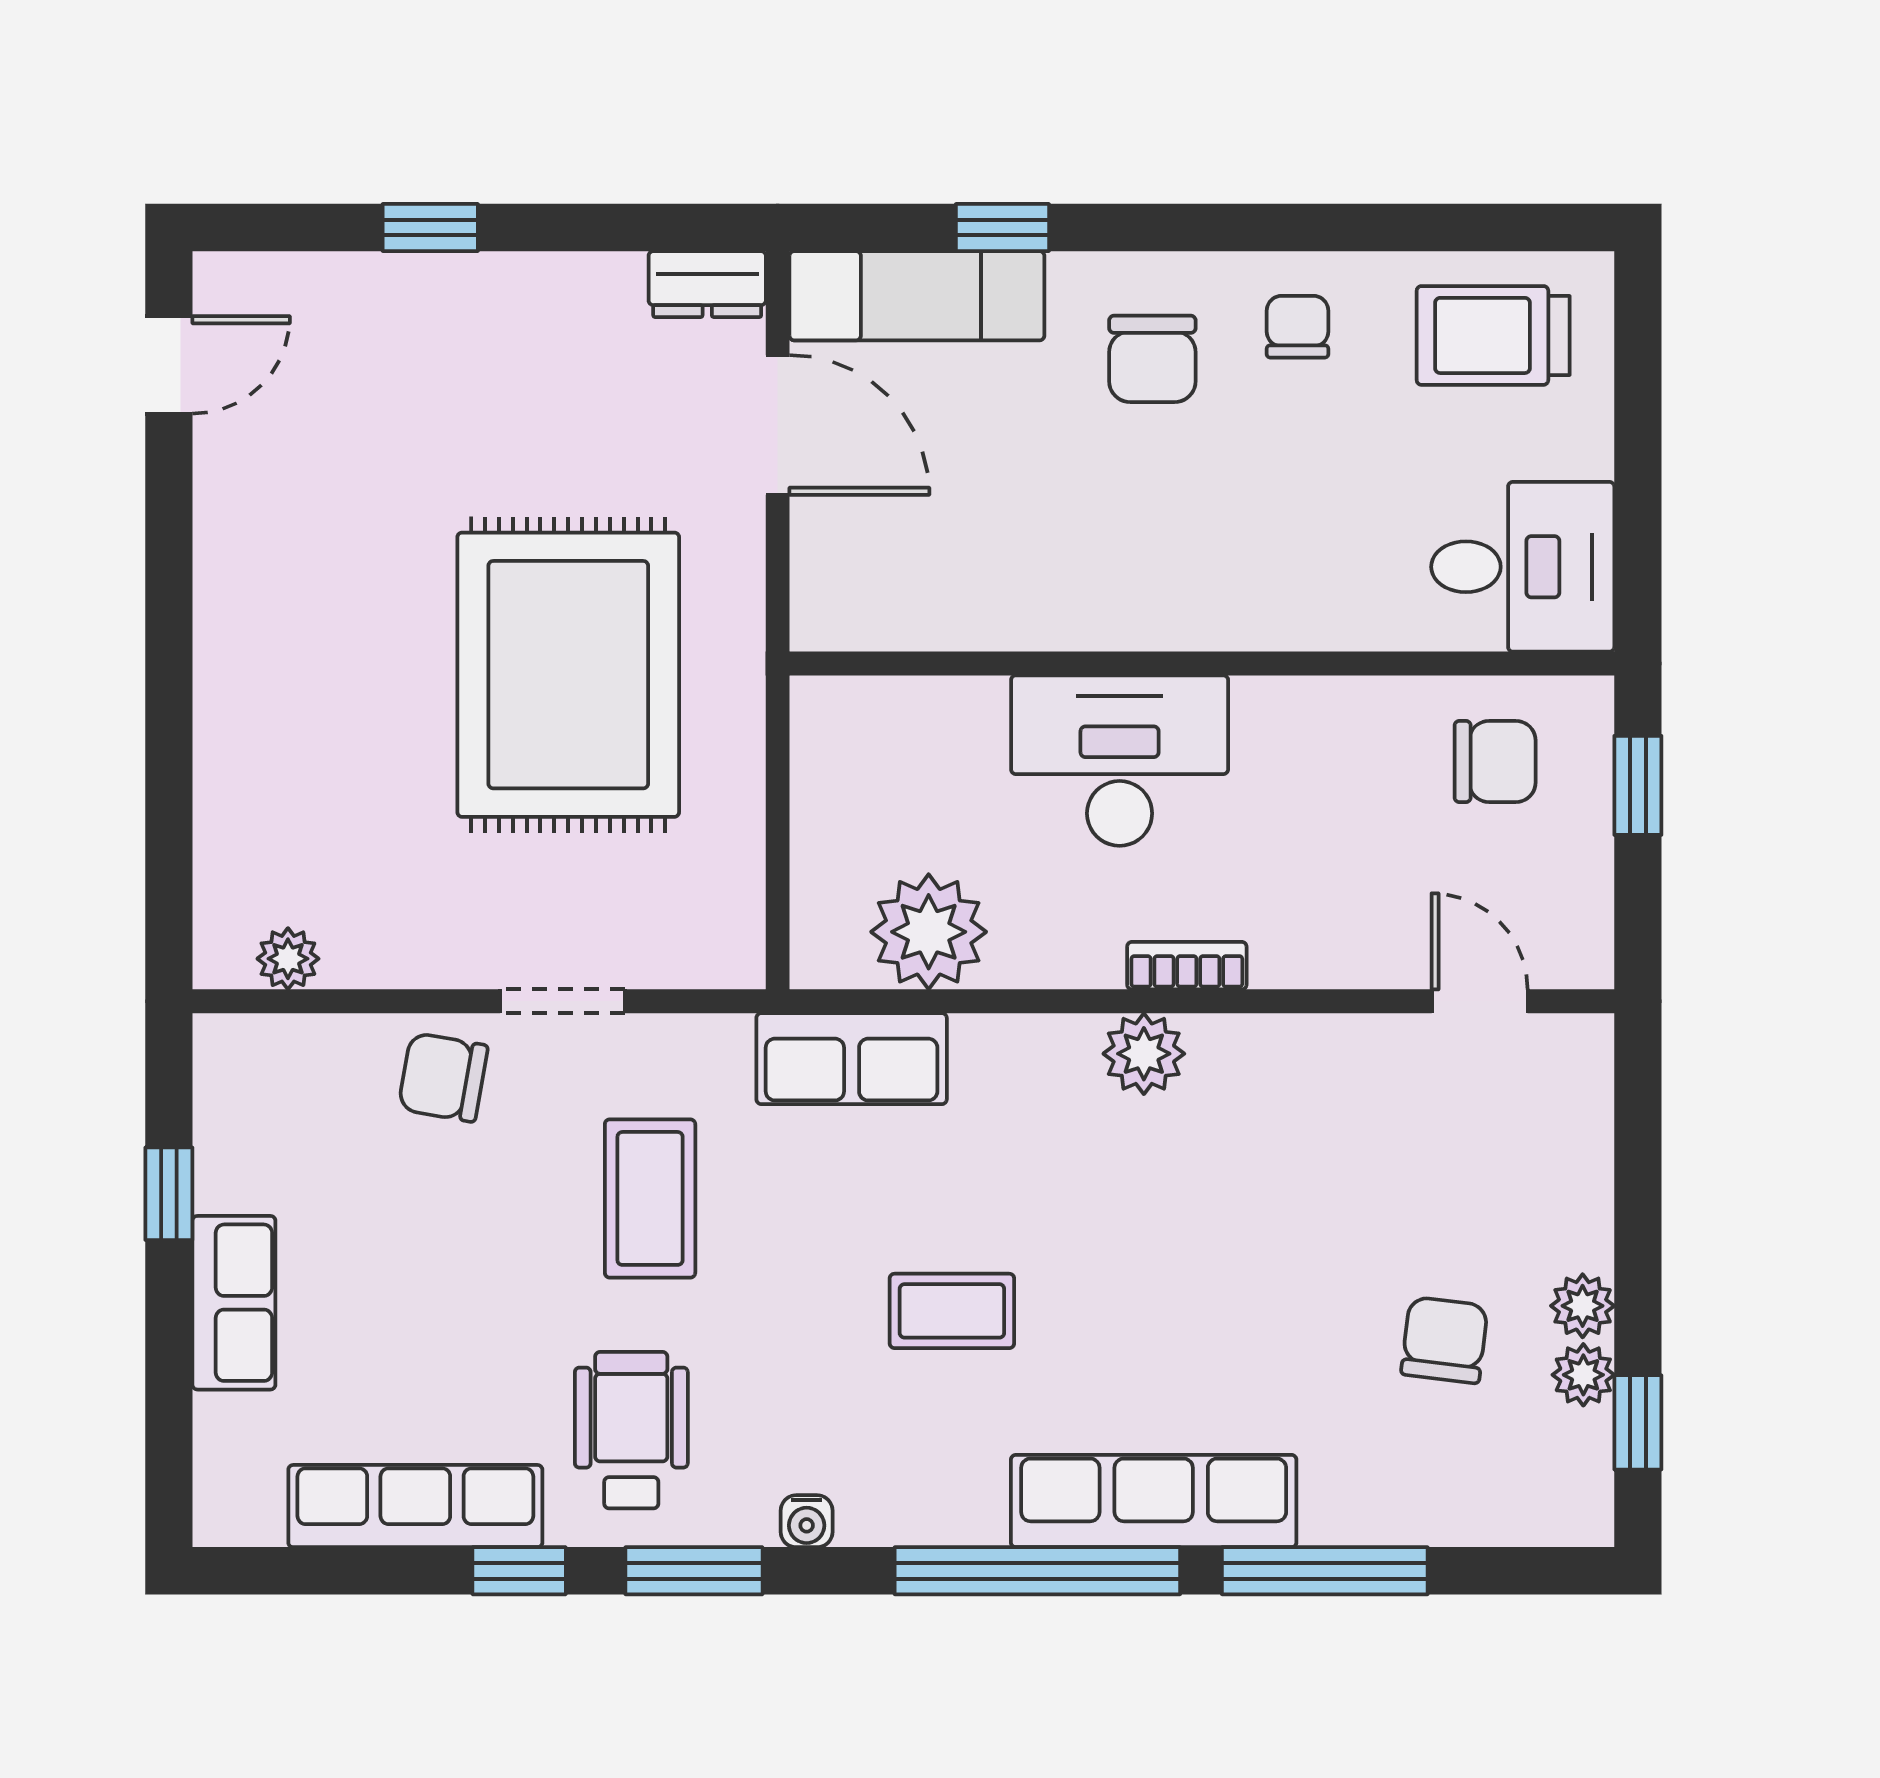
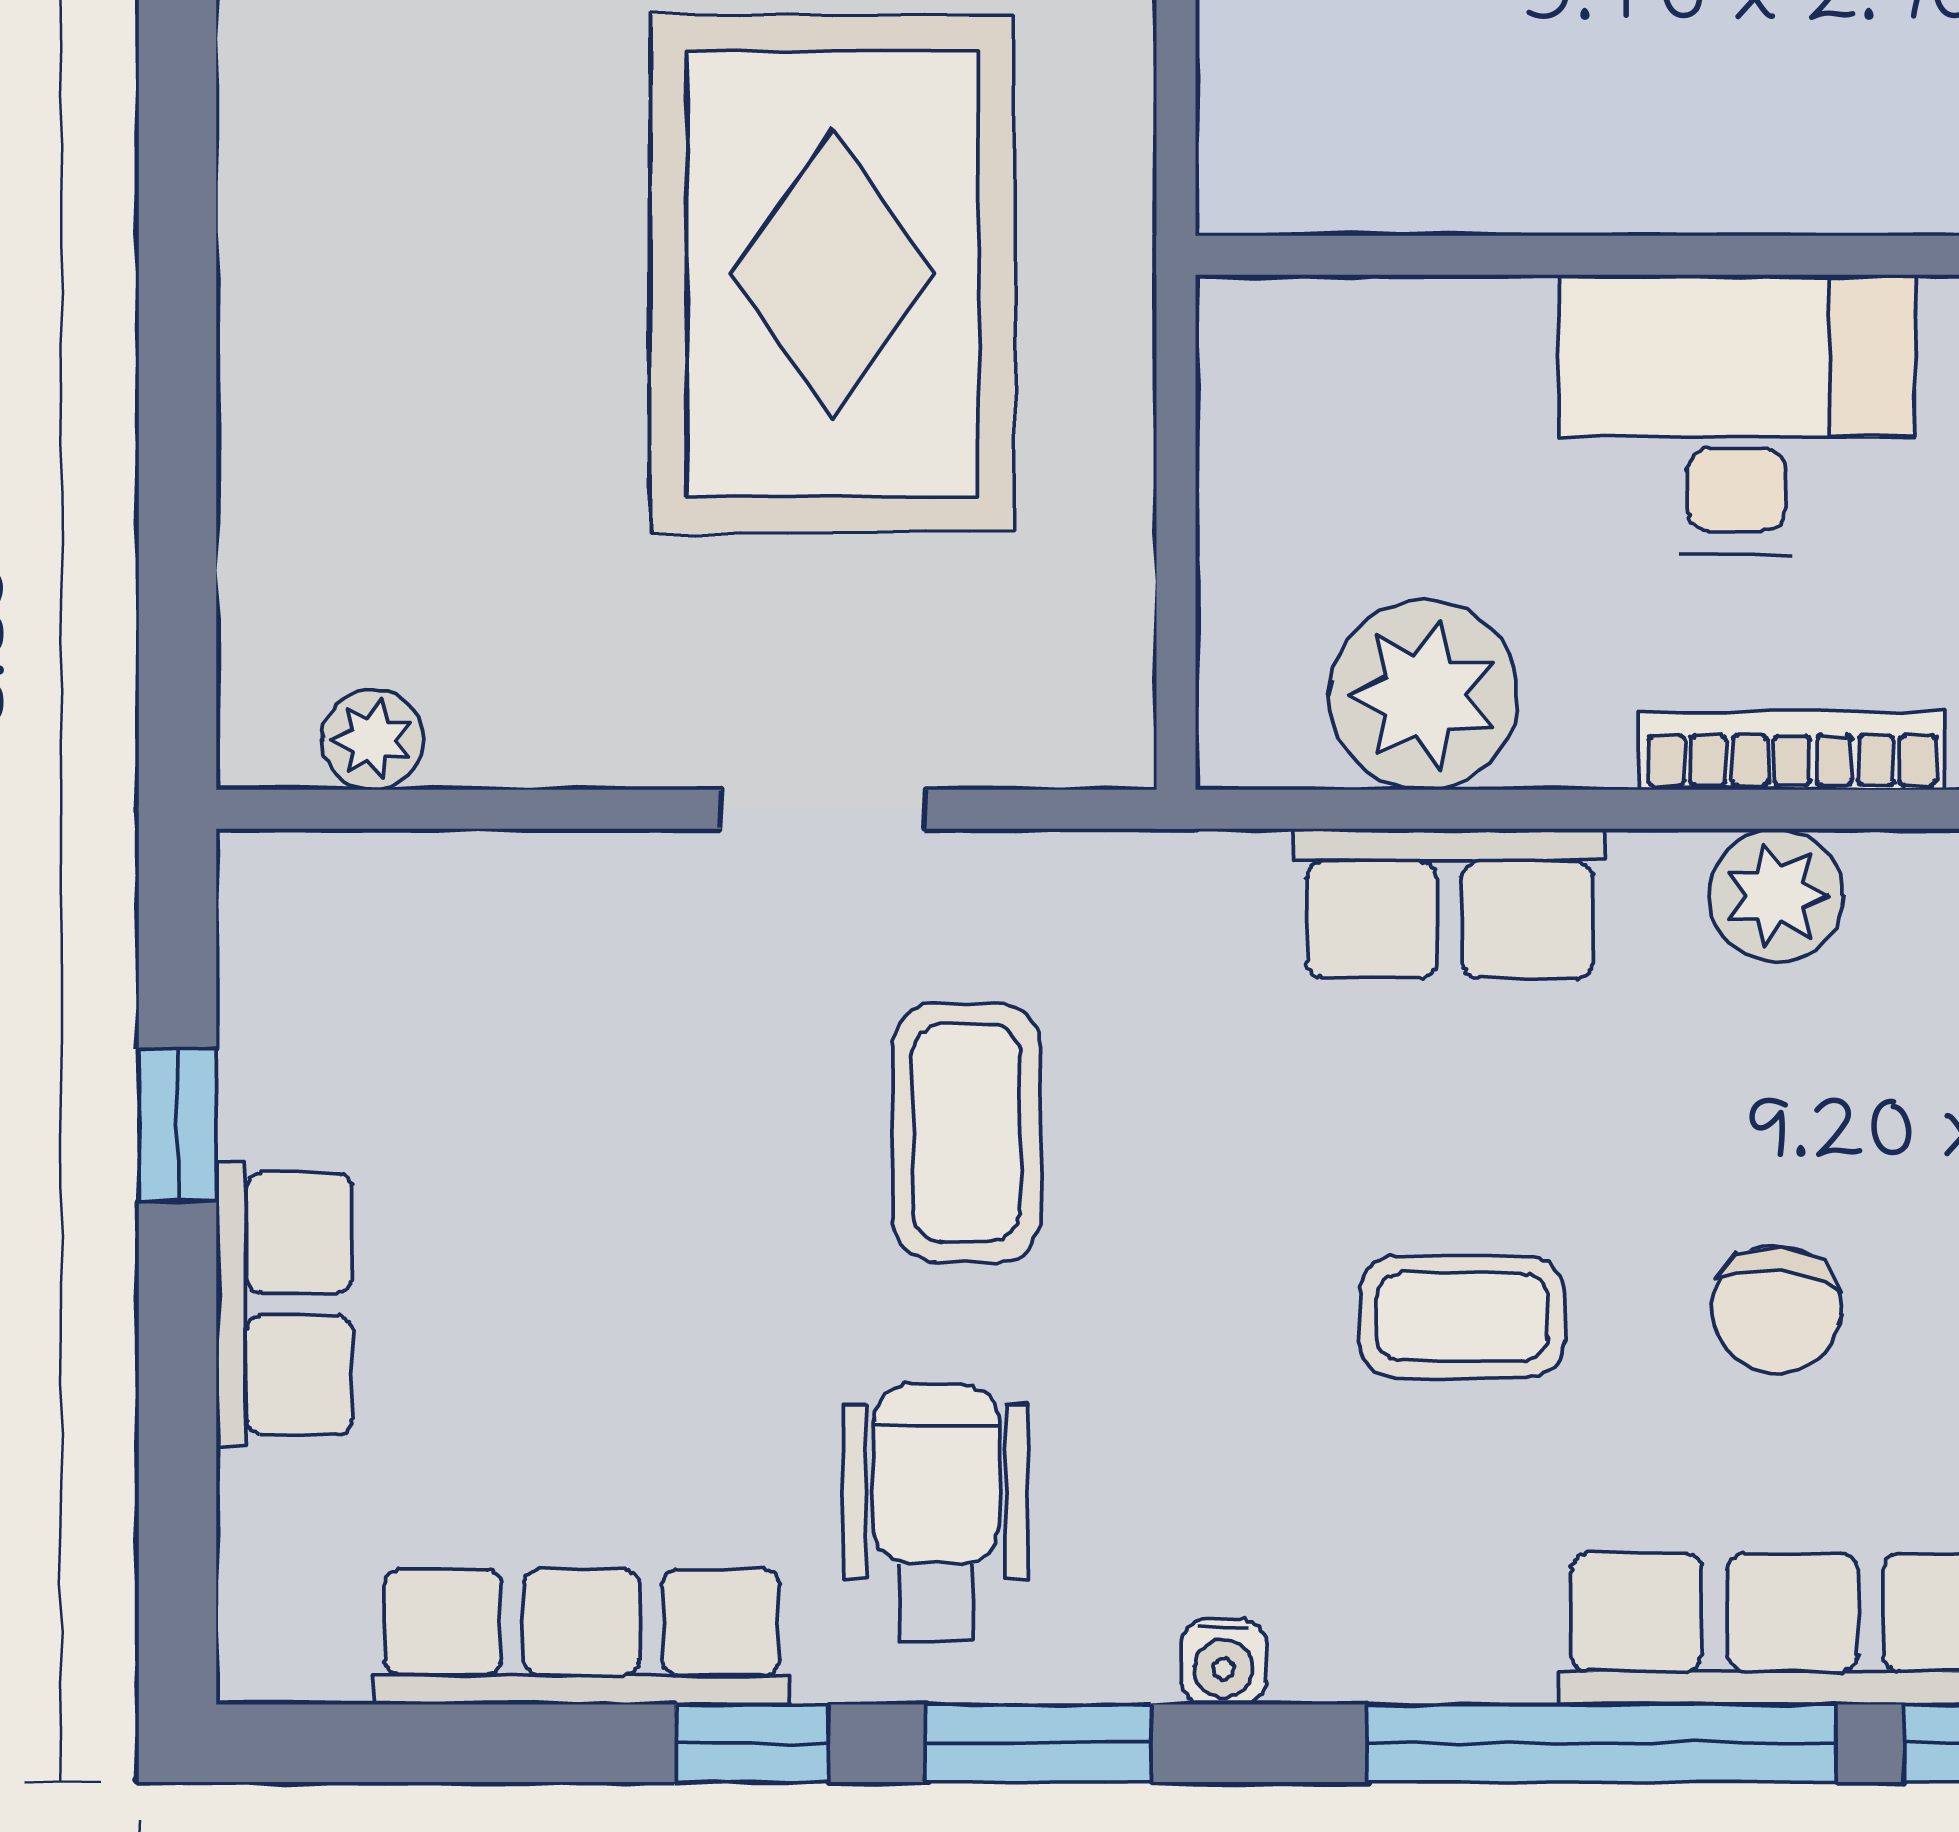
bookcase: (1187, 966) -> (1792, 751), width x1.56
row of seats: (852, 1059) -> (1449, 903), moved
chair: (443, 1077) -> (1777, 1310), moved, turned -95

